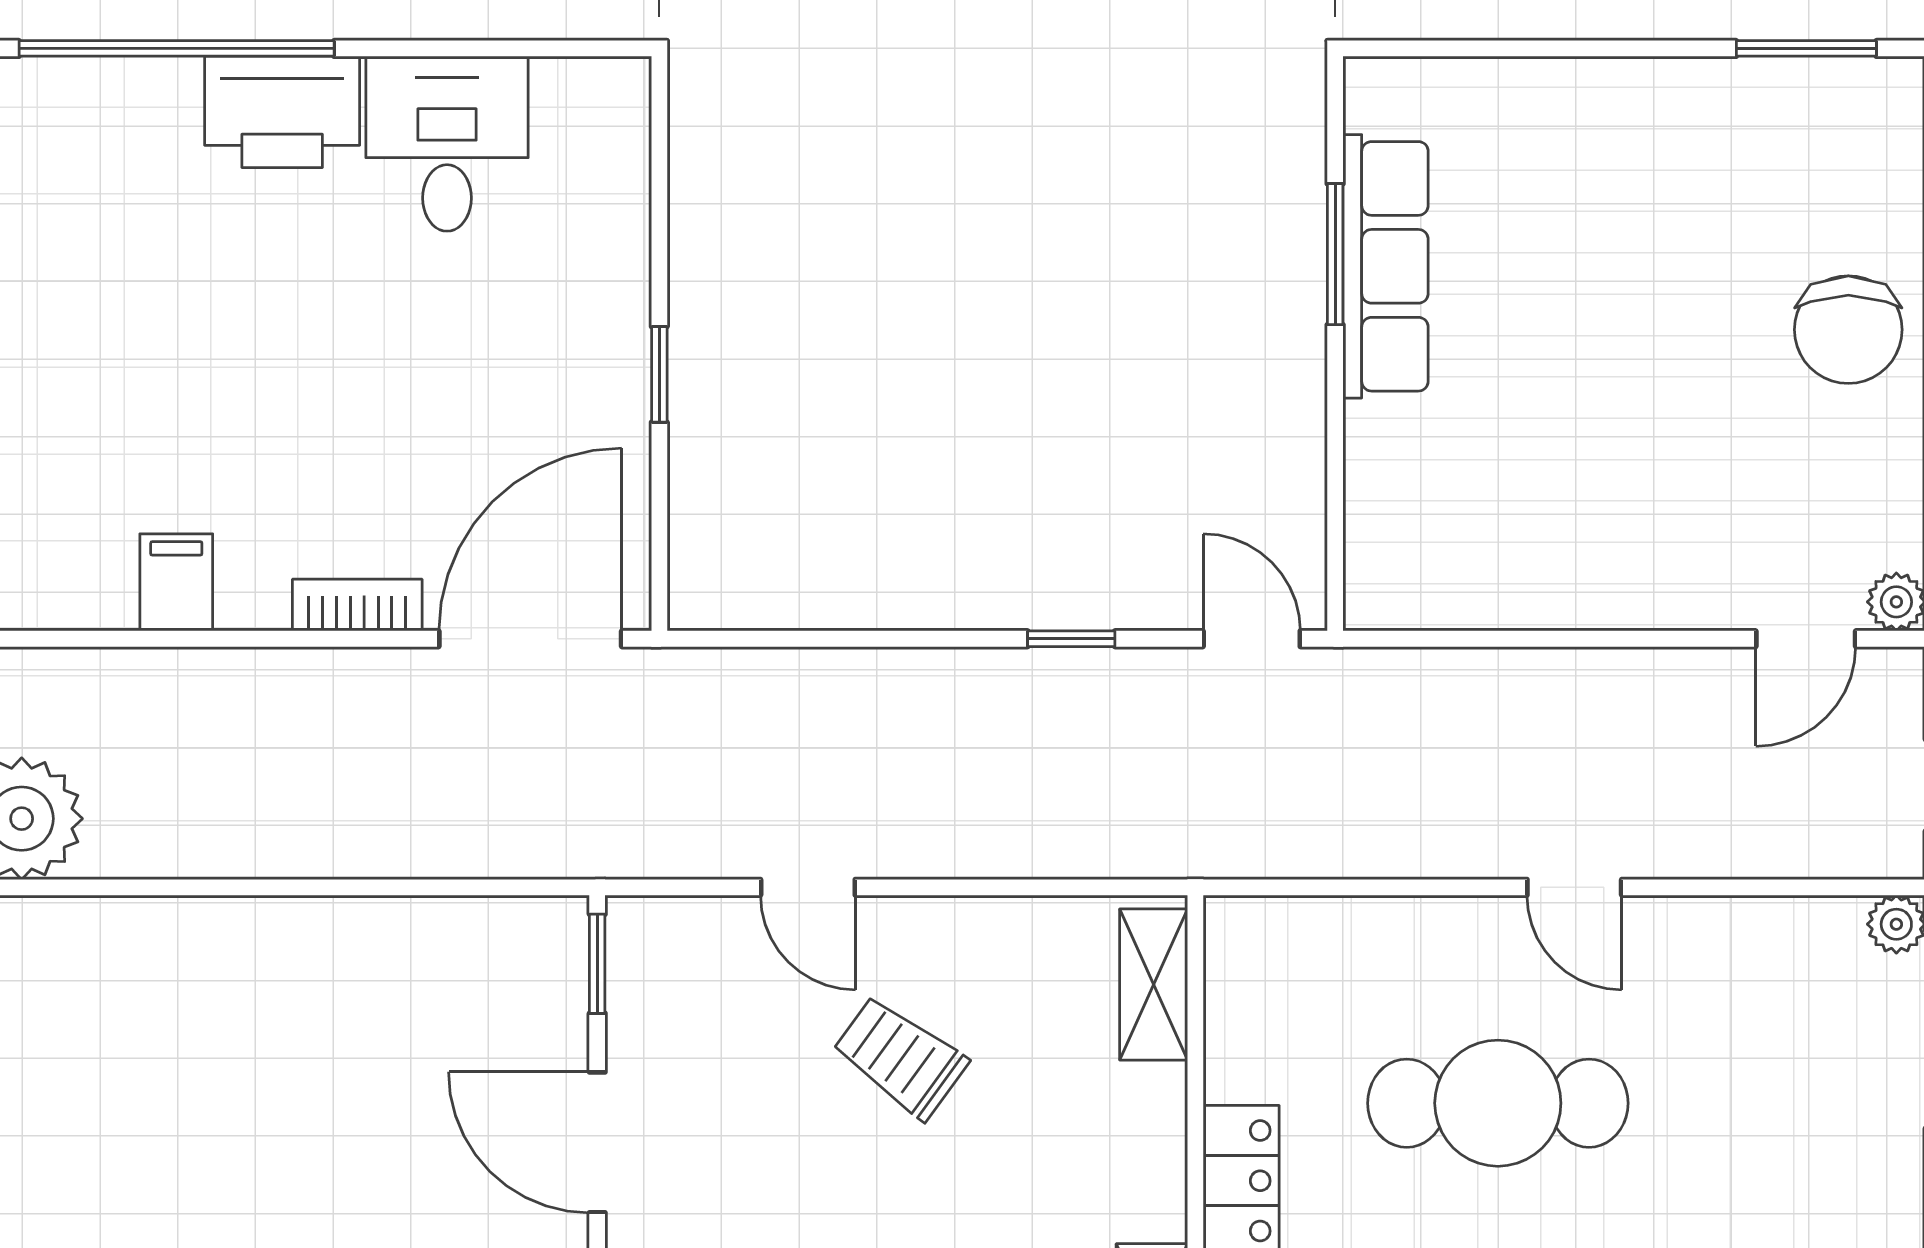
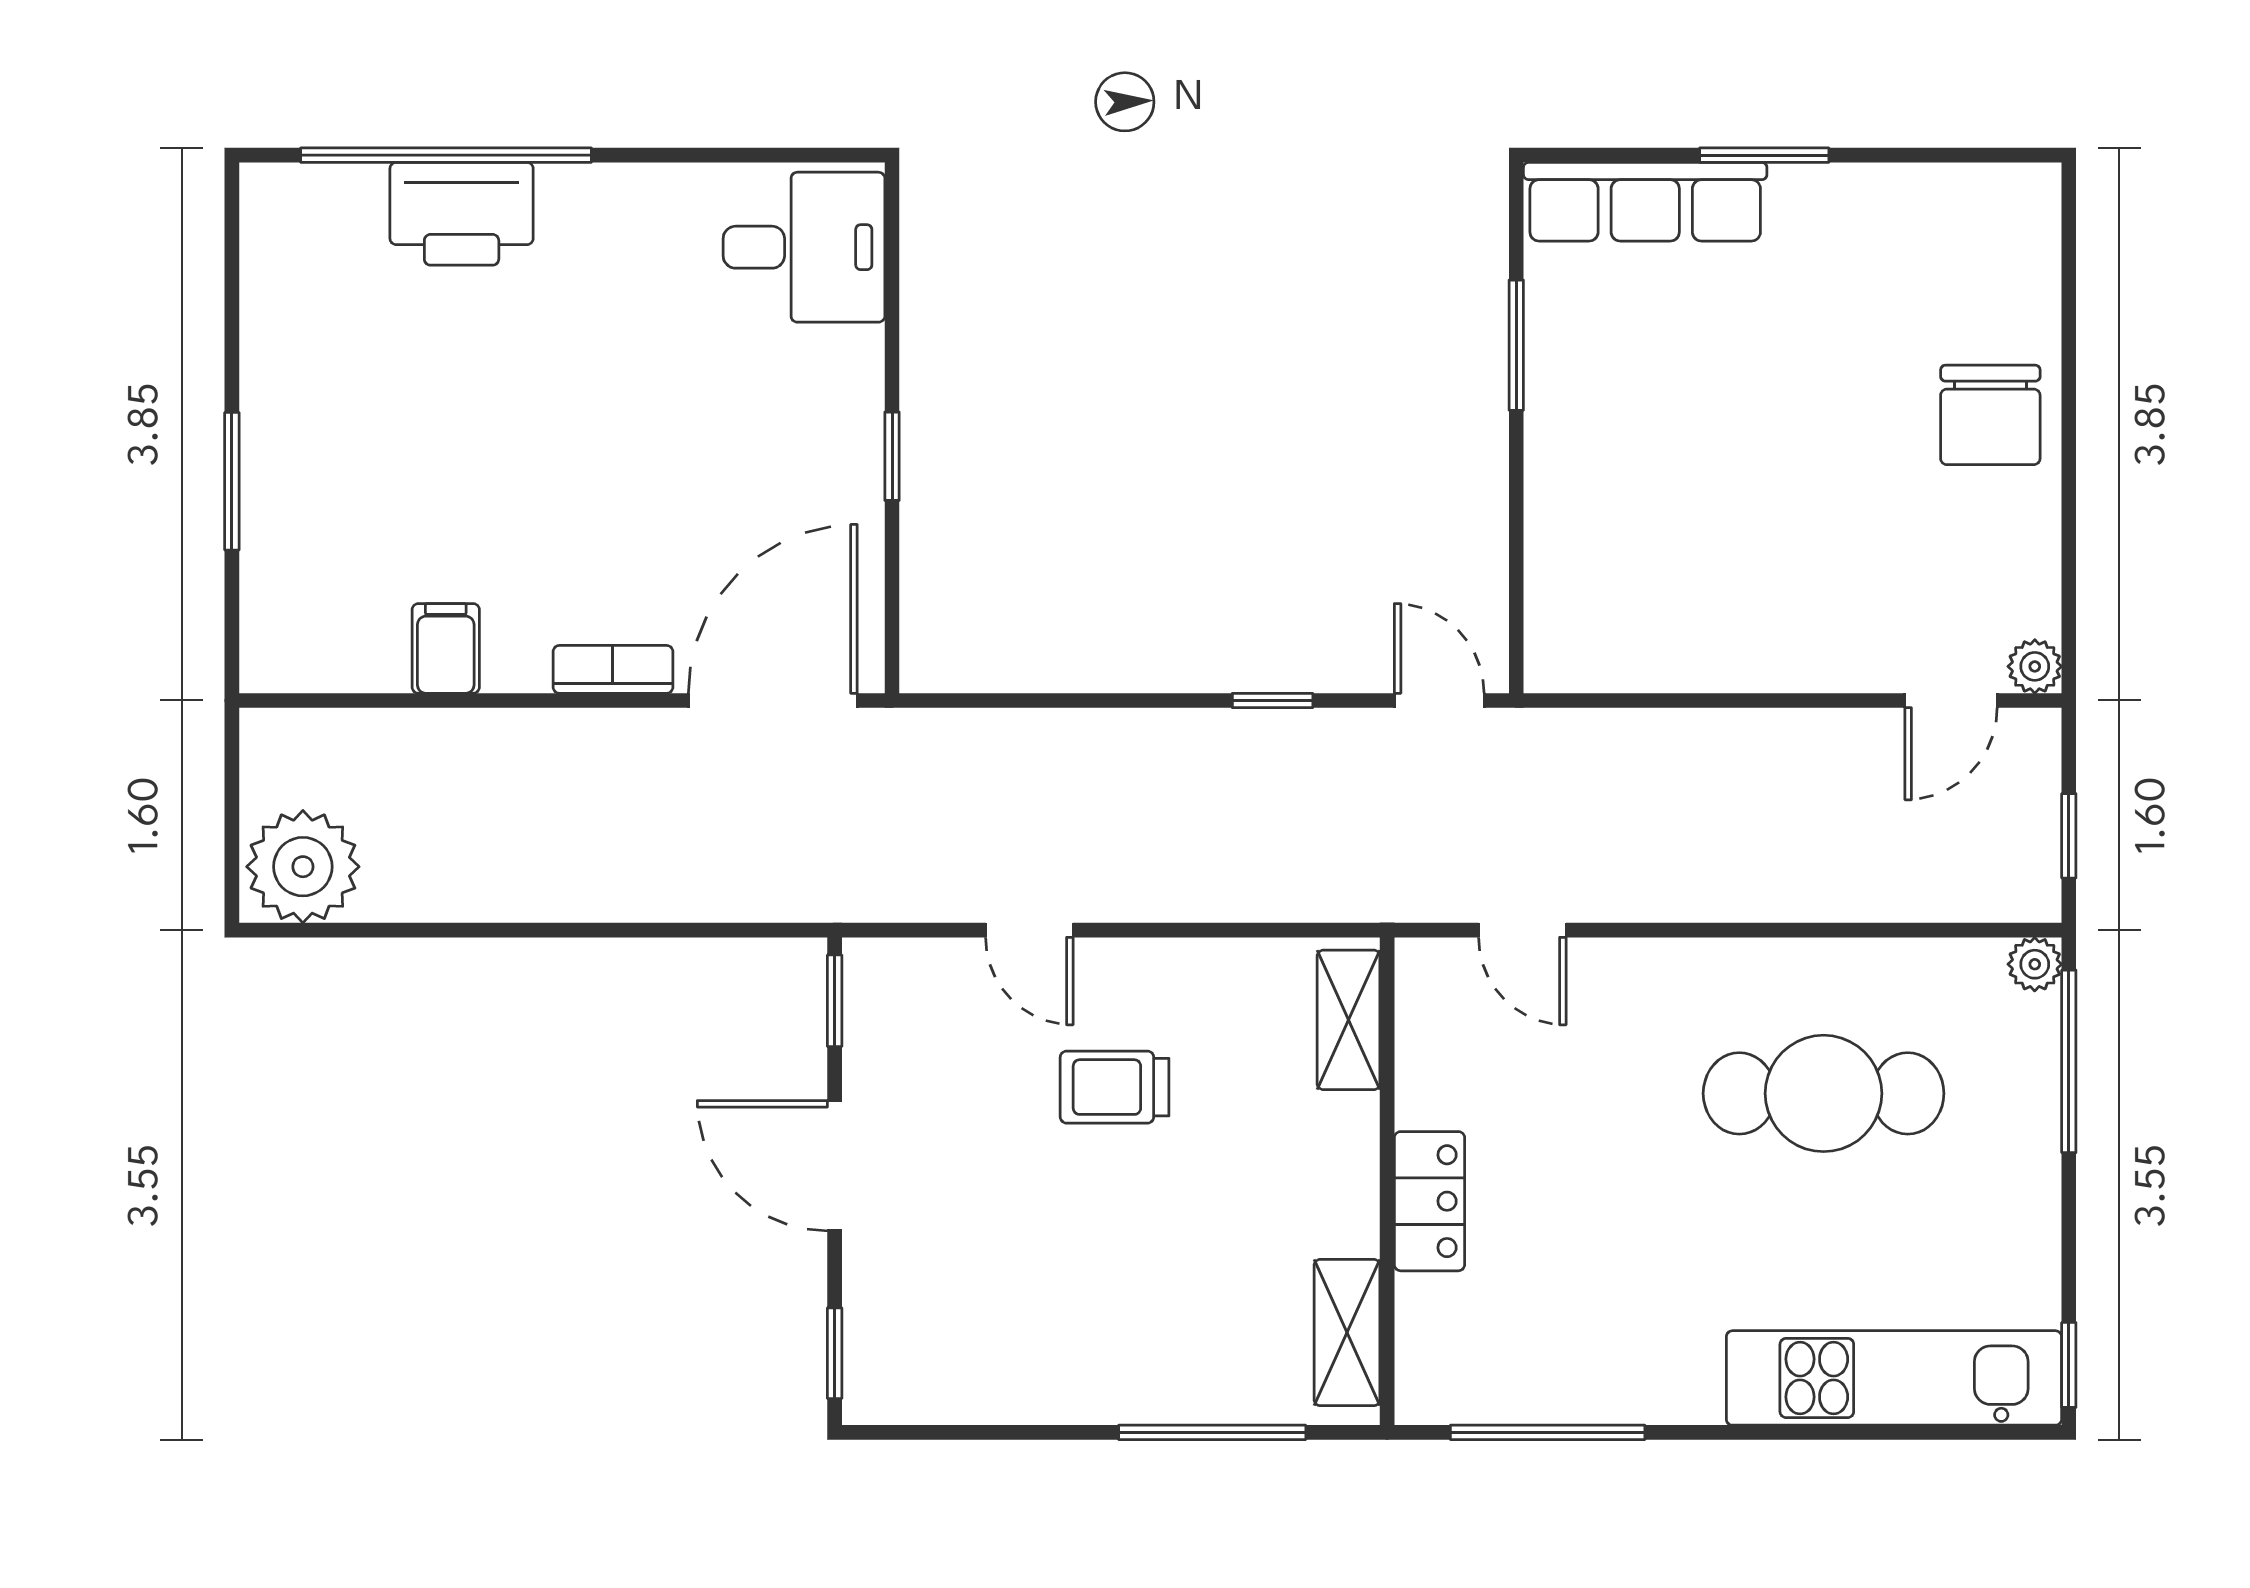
window: (1806, 48) -> (1764, 155), moved
printer: (282, 112) -> (462, 214), moved
desk: (447, 144) -> (804, 247), moved, turned 90
row of seats: (1386, 266) -> (1645, 202), moved, turned 90
door: (1574, 887) -> (1522, 930), moved
trolley: (900, 1057) -> (1115, 1087), turned -36
cafe table: (1498, 1103) -> (1824, 1093), moved

